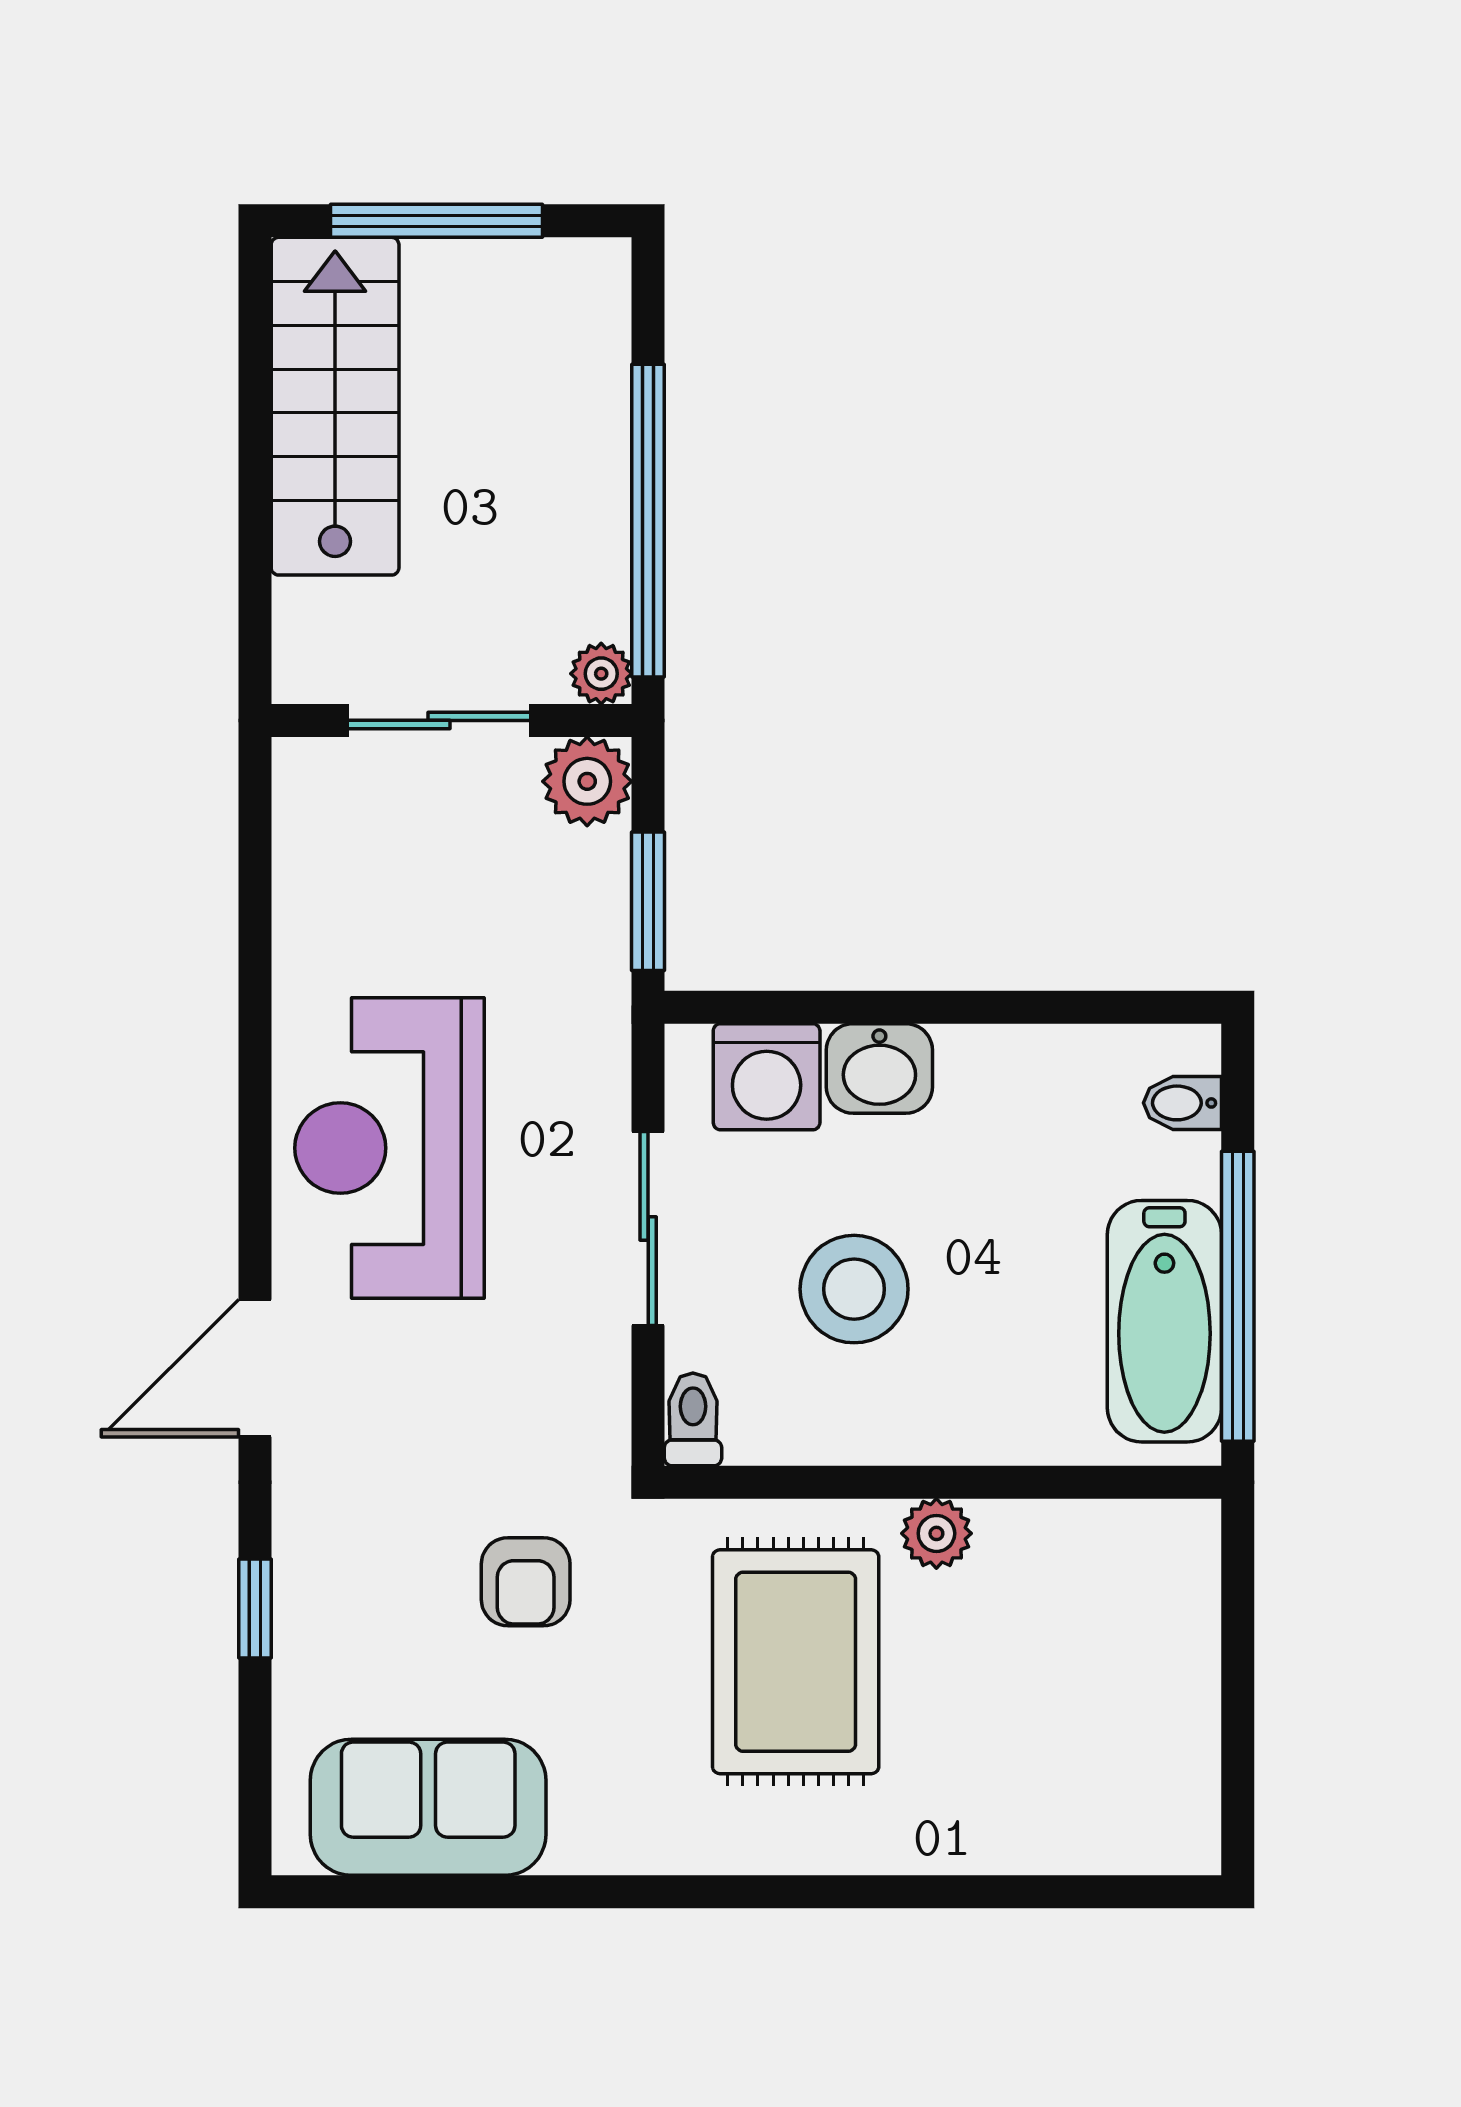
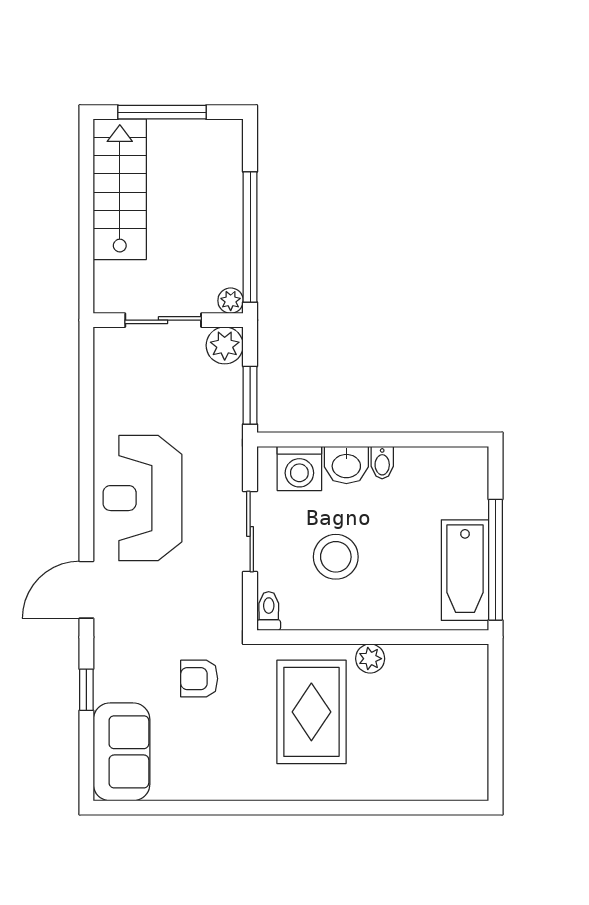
bidet: (1182, 1103) -> (382, 463), moved, turned -90
armchair: (526, 1582) -> (199, 679), turned 90
sofa: (428, 1807) -> (122, 752), moved, turned 90

